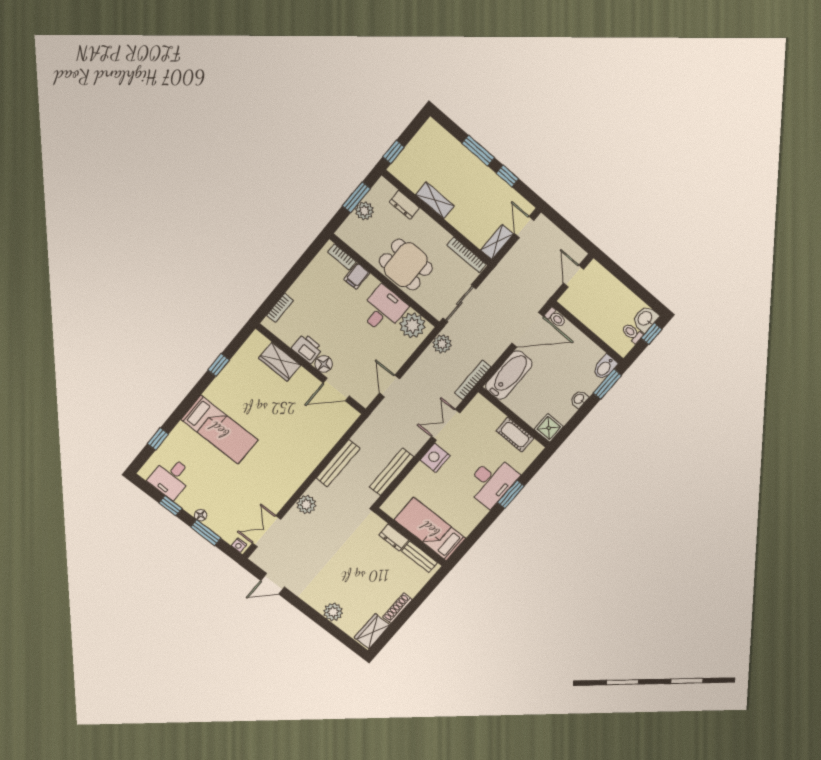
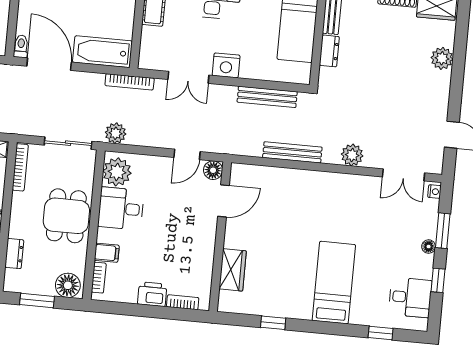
plant: (364, 211) -> (44, 285), removed
floor lamp: (352, 229) -> (68, 285), added
printer: (307, 348) -> (152, 294), moved, turned 90
floor lamp: (324, 364) -> (213, 170), moved
door: (336, 389) -> (223, 201), hinge flipped

